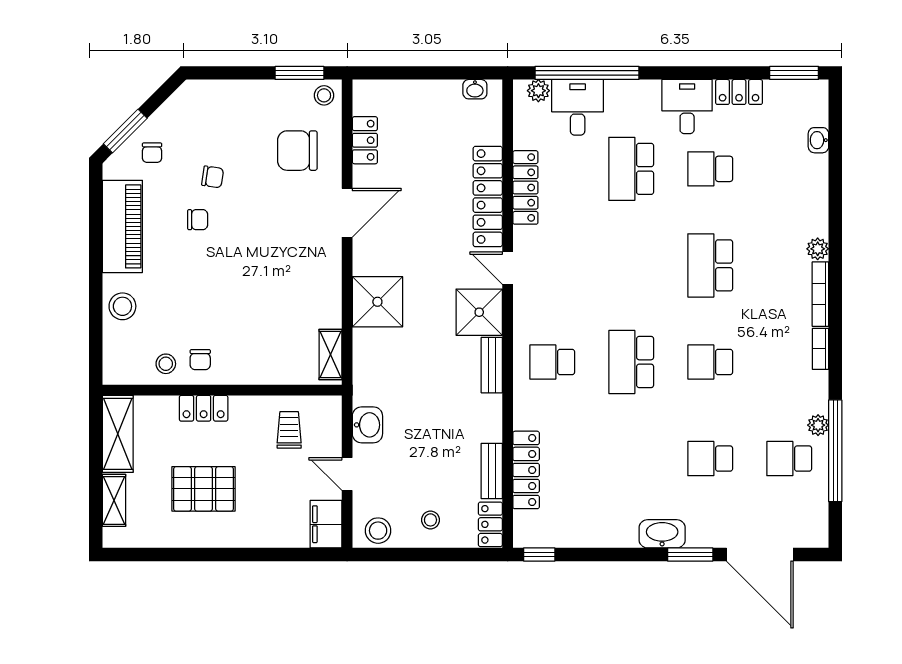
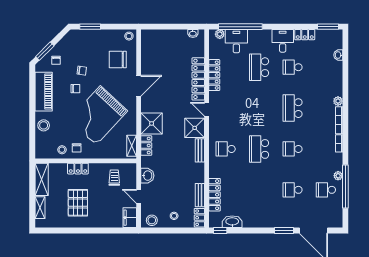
window: (299, 73) -> (90, 27), moved
locker: (365, 140) -> (146, 146), moved
grand piano: (251, 283) -> (98, 115), added
pallet: (203, 489) -> (78, 203), turned 90
washbasin: (662, 534) -> (232, 222), moved

